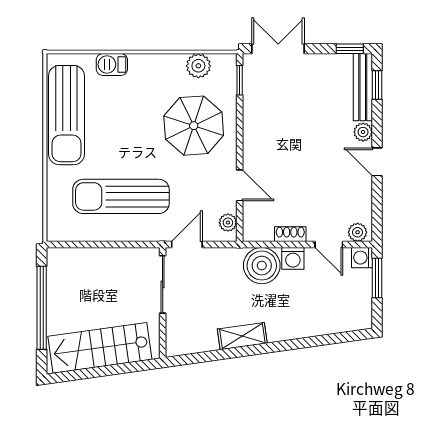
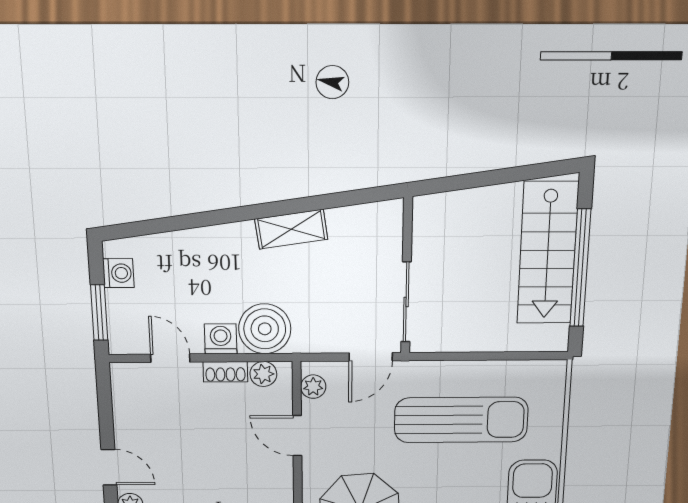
plant: (358, 232) -> (263, 374), moved
washing machine: (362, 258) -> (118, 273), moved
stairs: (100, 348) -> (548, 253), moved, turned 98

